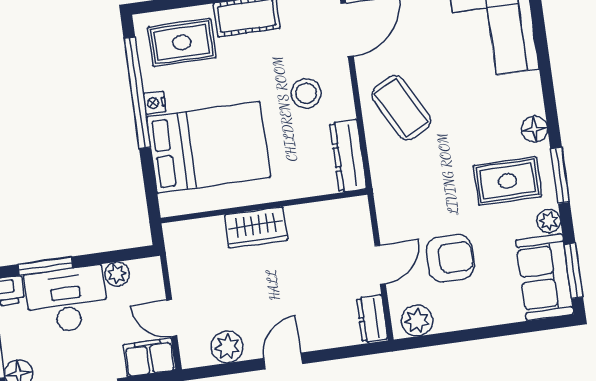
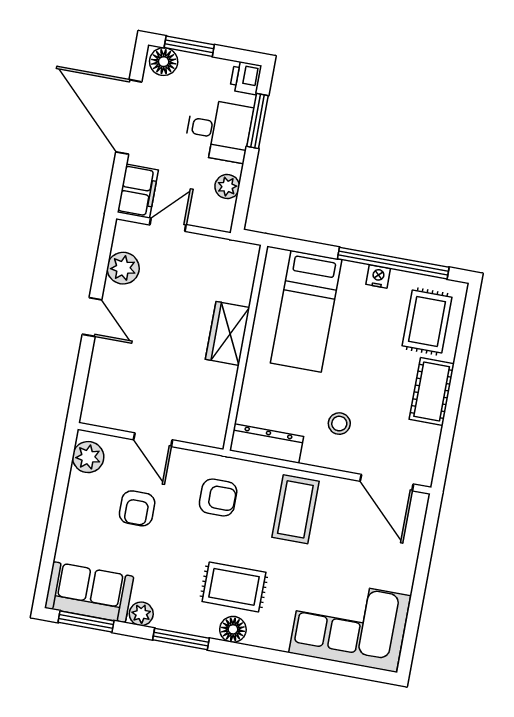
stool: (306, 93) -> (339, 424), width x0.73, depth x0.73
coffee table: (401, 108) -> (295, 509), turned -62
bed: (208, 147) -> (306, 311), width x0.67
rug: (507, 181) -> (234, 587), moved, turned 90
armchair: (414, 185) -> (218, 498), added
armchair: (450, 258) -> (137, 508), width x0.72, depth x0.72
desk: (66, 300) -> (219, 130), width x0.73
dresser: (372, 318) -> (104, 415), removed

